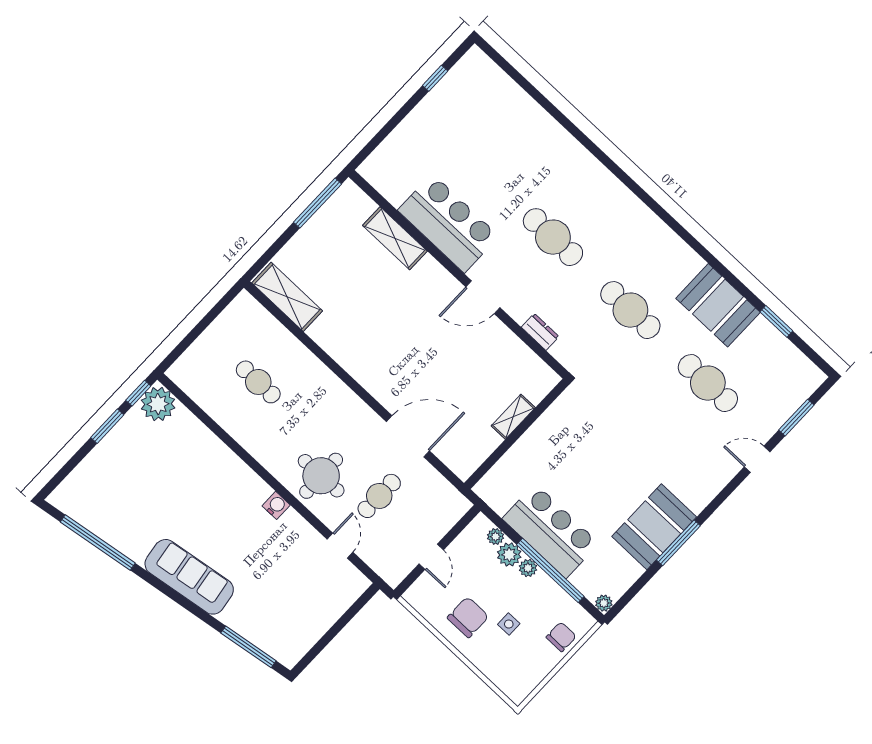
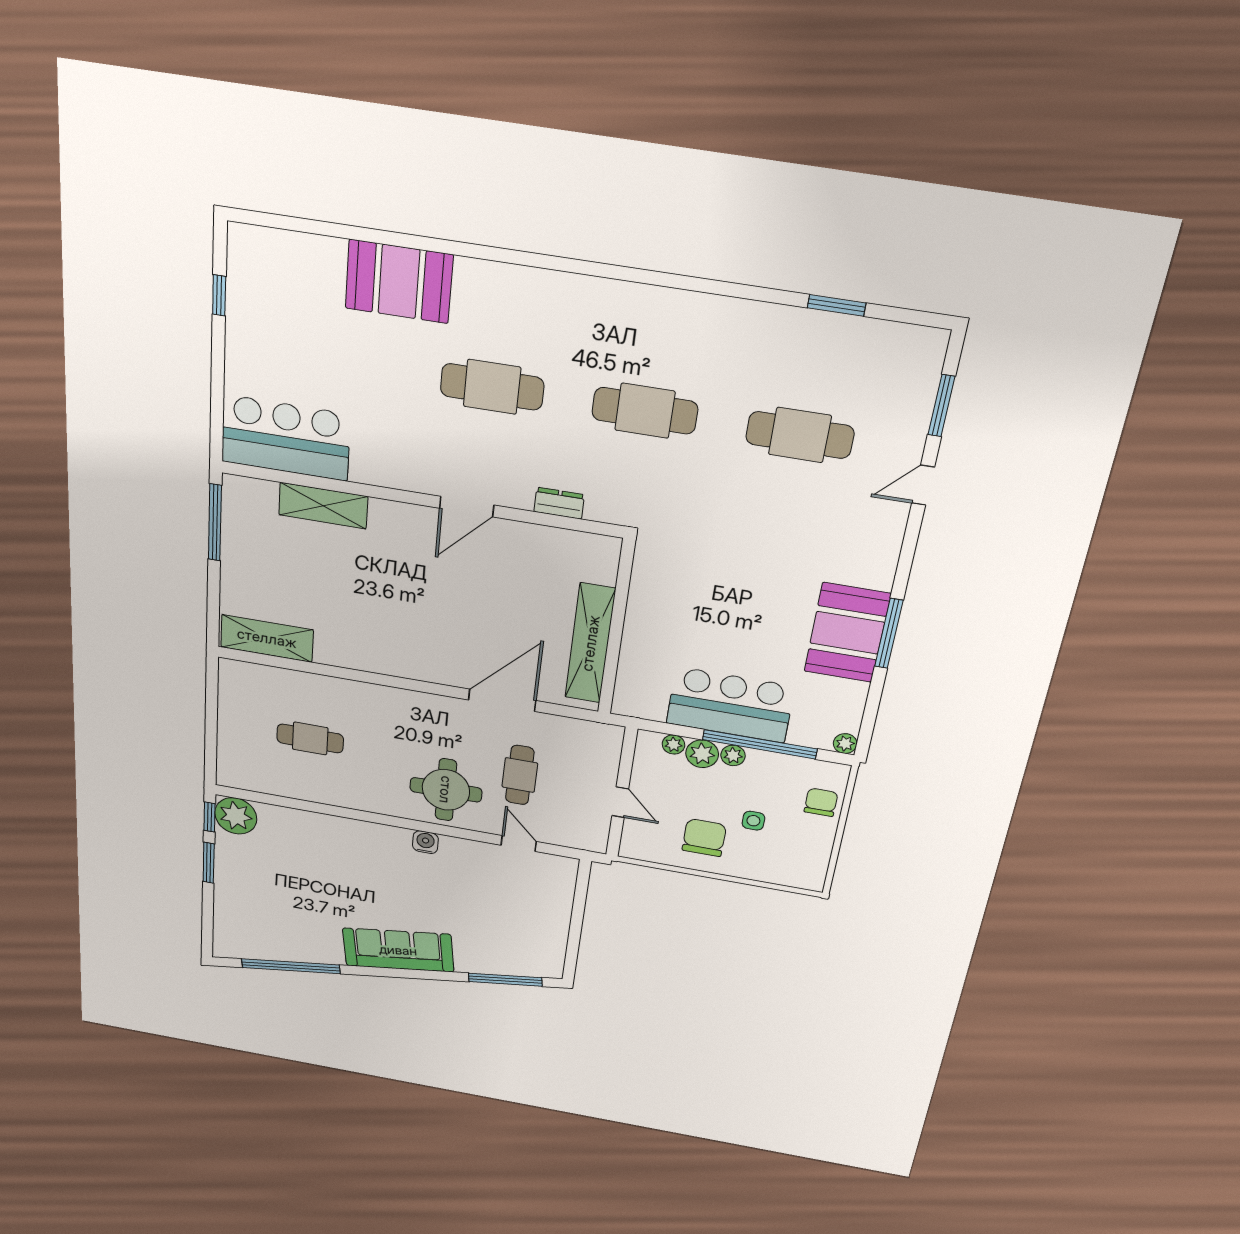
bar counter: (448, 223) -> (286, 438), moved
booth: (718, 305) -> (399, 282), moved
shelving: (513, 417) -> (590, 643), width x2.20, depth x1.33

